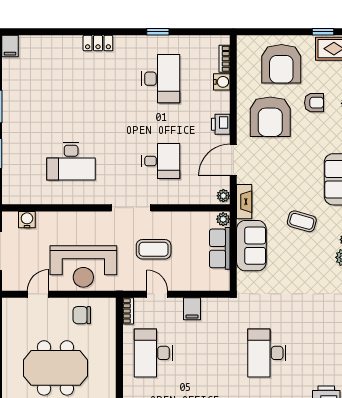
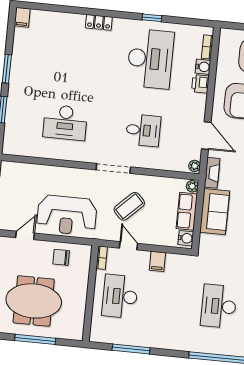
desk: (161, 79) -> (150, 59), width x1.36, depth x1.30
printer: (221, 124) -> (200, 84), moved
door: (233, 160) -> (206, 136), swing flipped
water cooler: (27, 220) -> (186, 238), moved, turned 90
coffee table: (154, 249) -> (129, 206), turned -44

